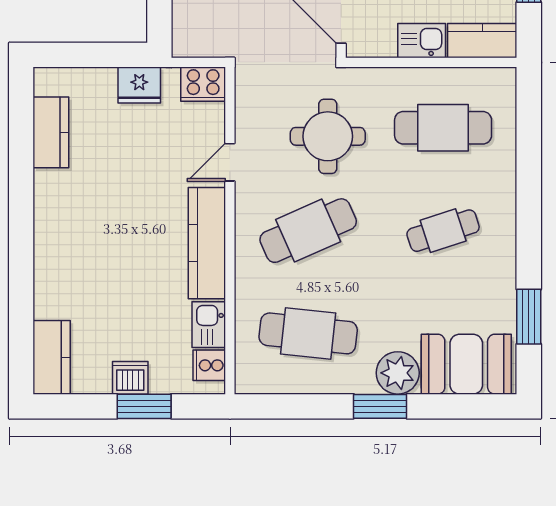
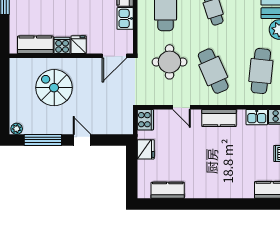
kitchen counter: (207, 243) -> (219, 118), width x0.67

